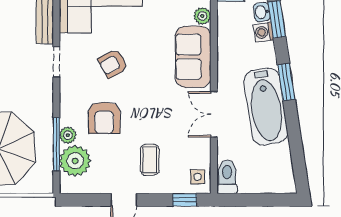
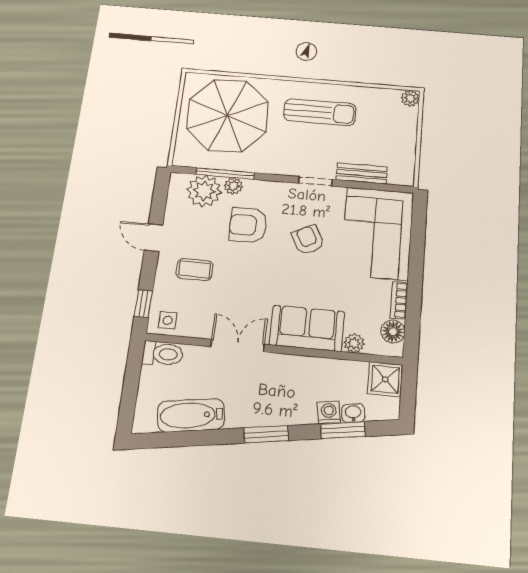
bathtub: (266, 107) -> (191, 415), moved, width x0.73, depth x0.73

